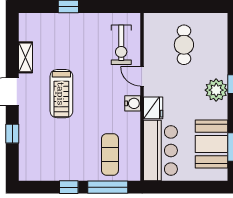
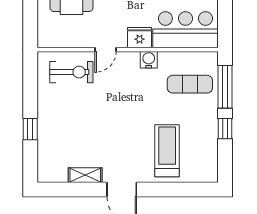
treadmill: (61, 94) -> (167, 151), moved, turned -90
water cooler: (133, 103) -> (149, 60), moved
window: (12, 134) -> (167, 190), removed

